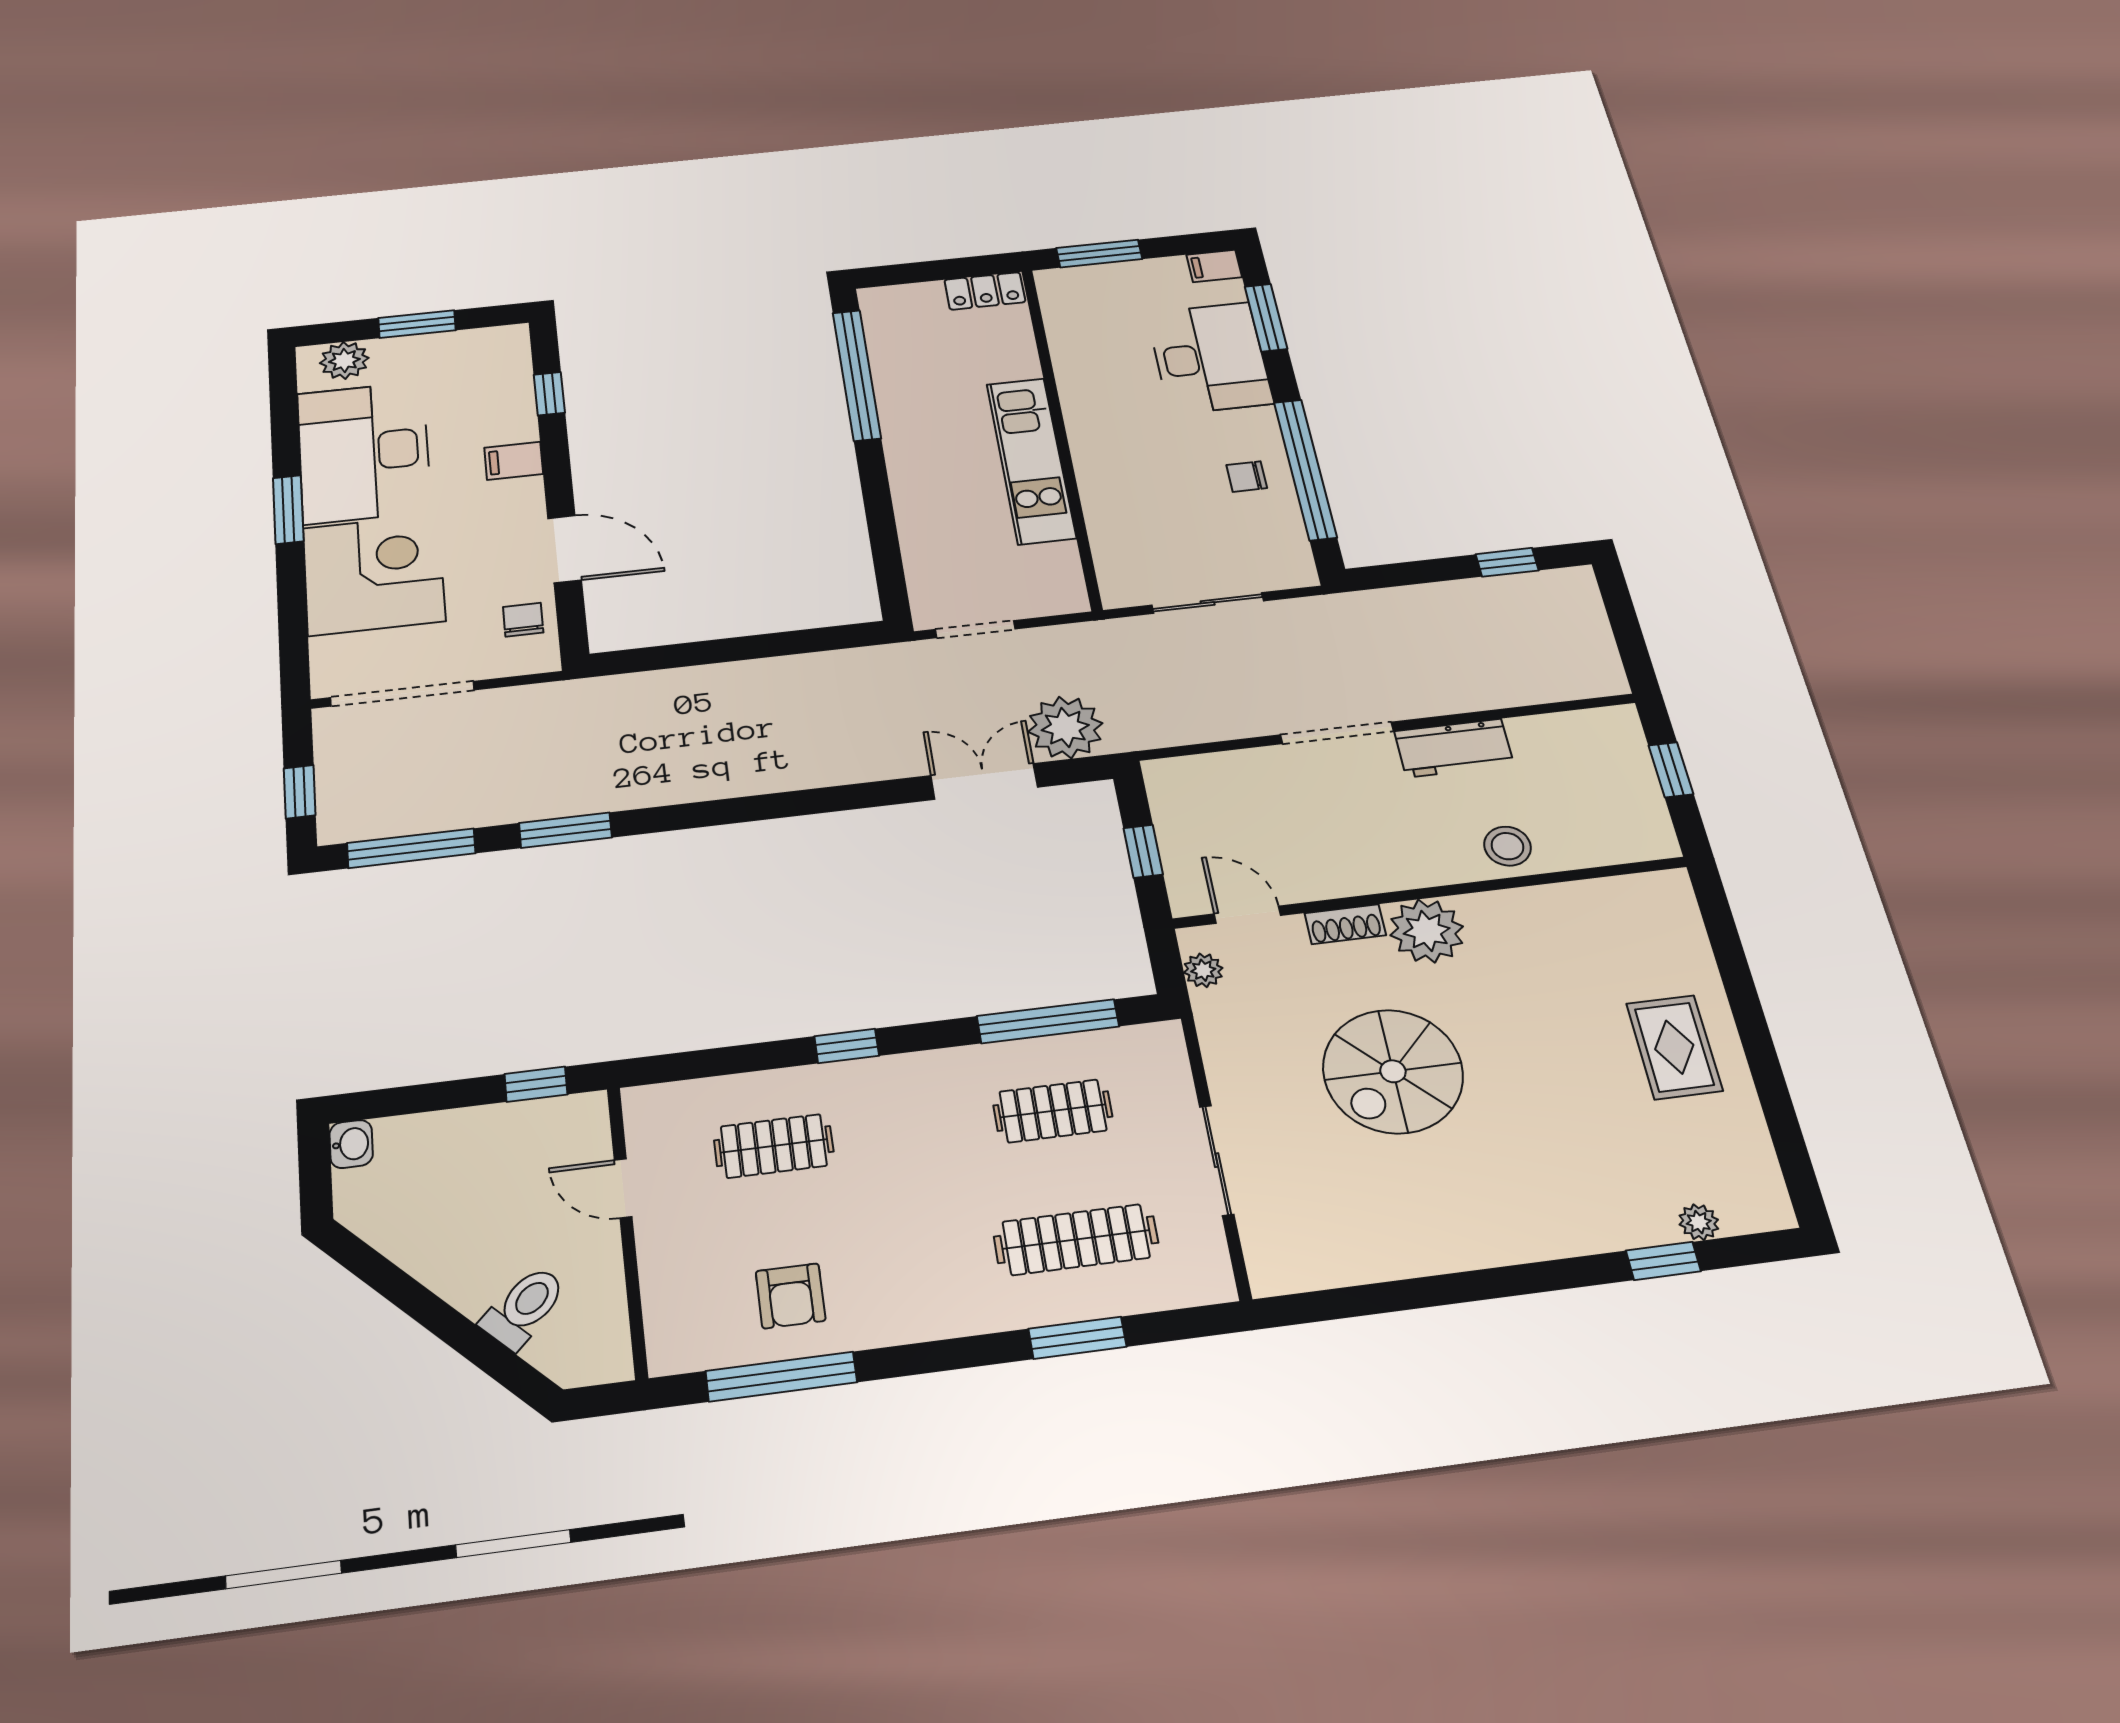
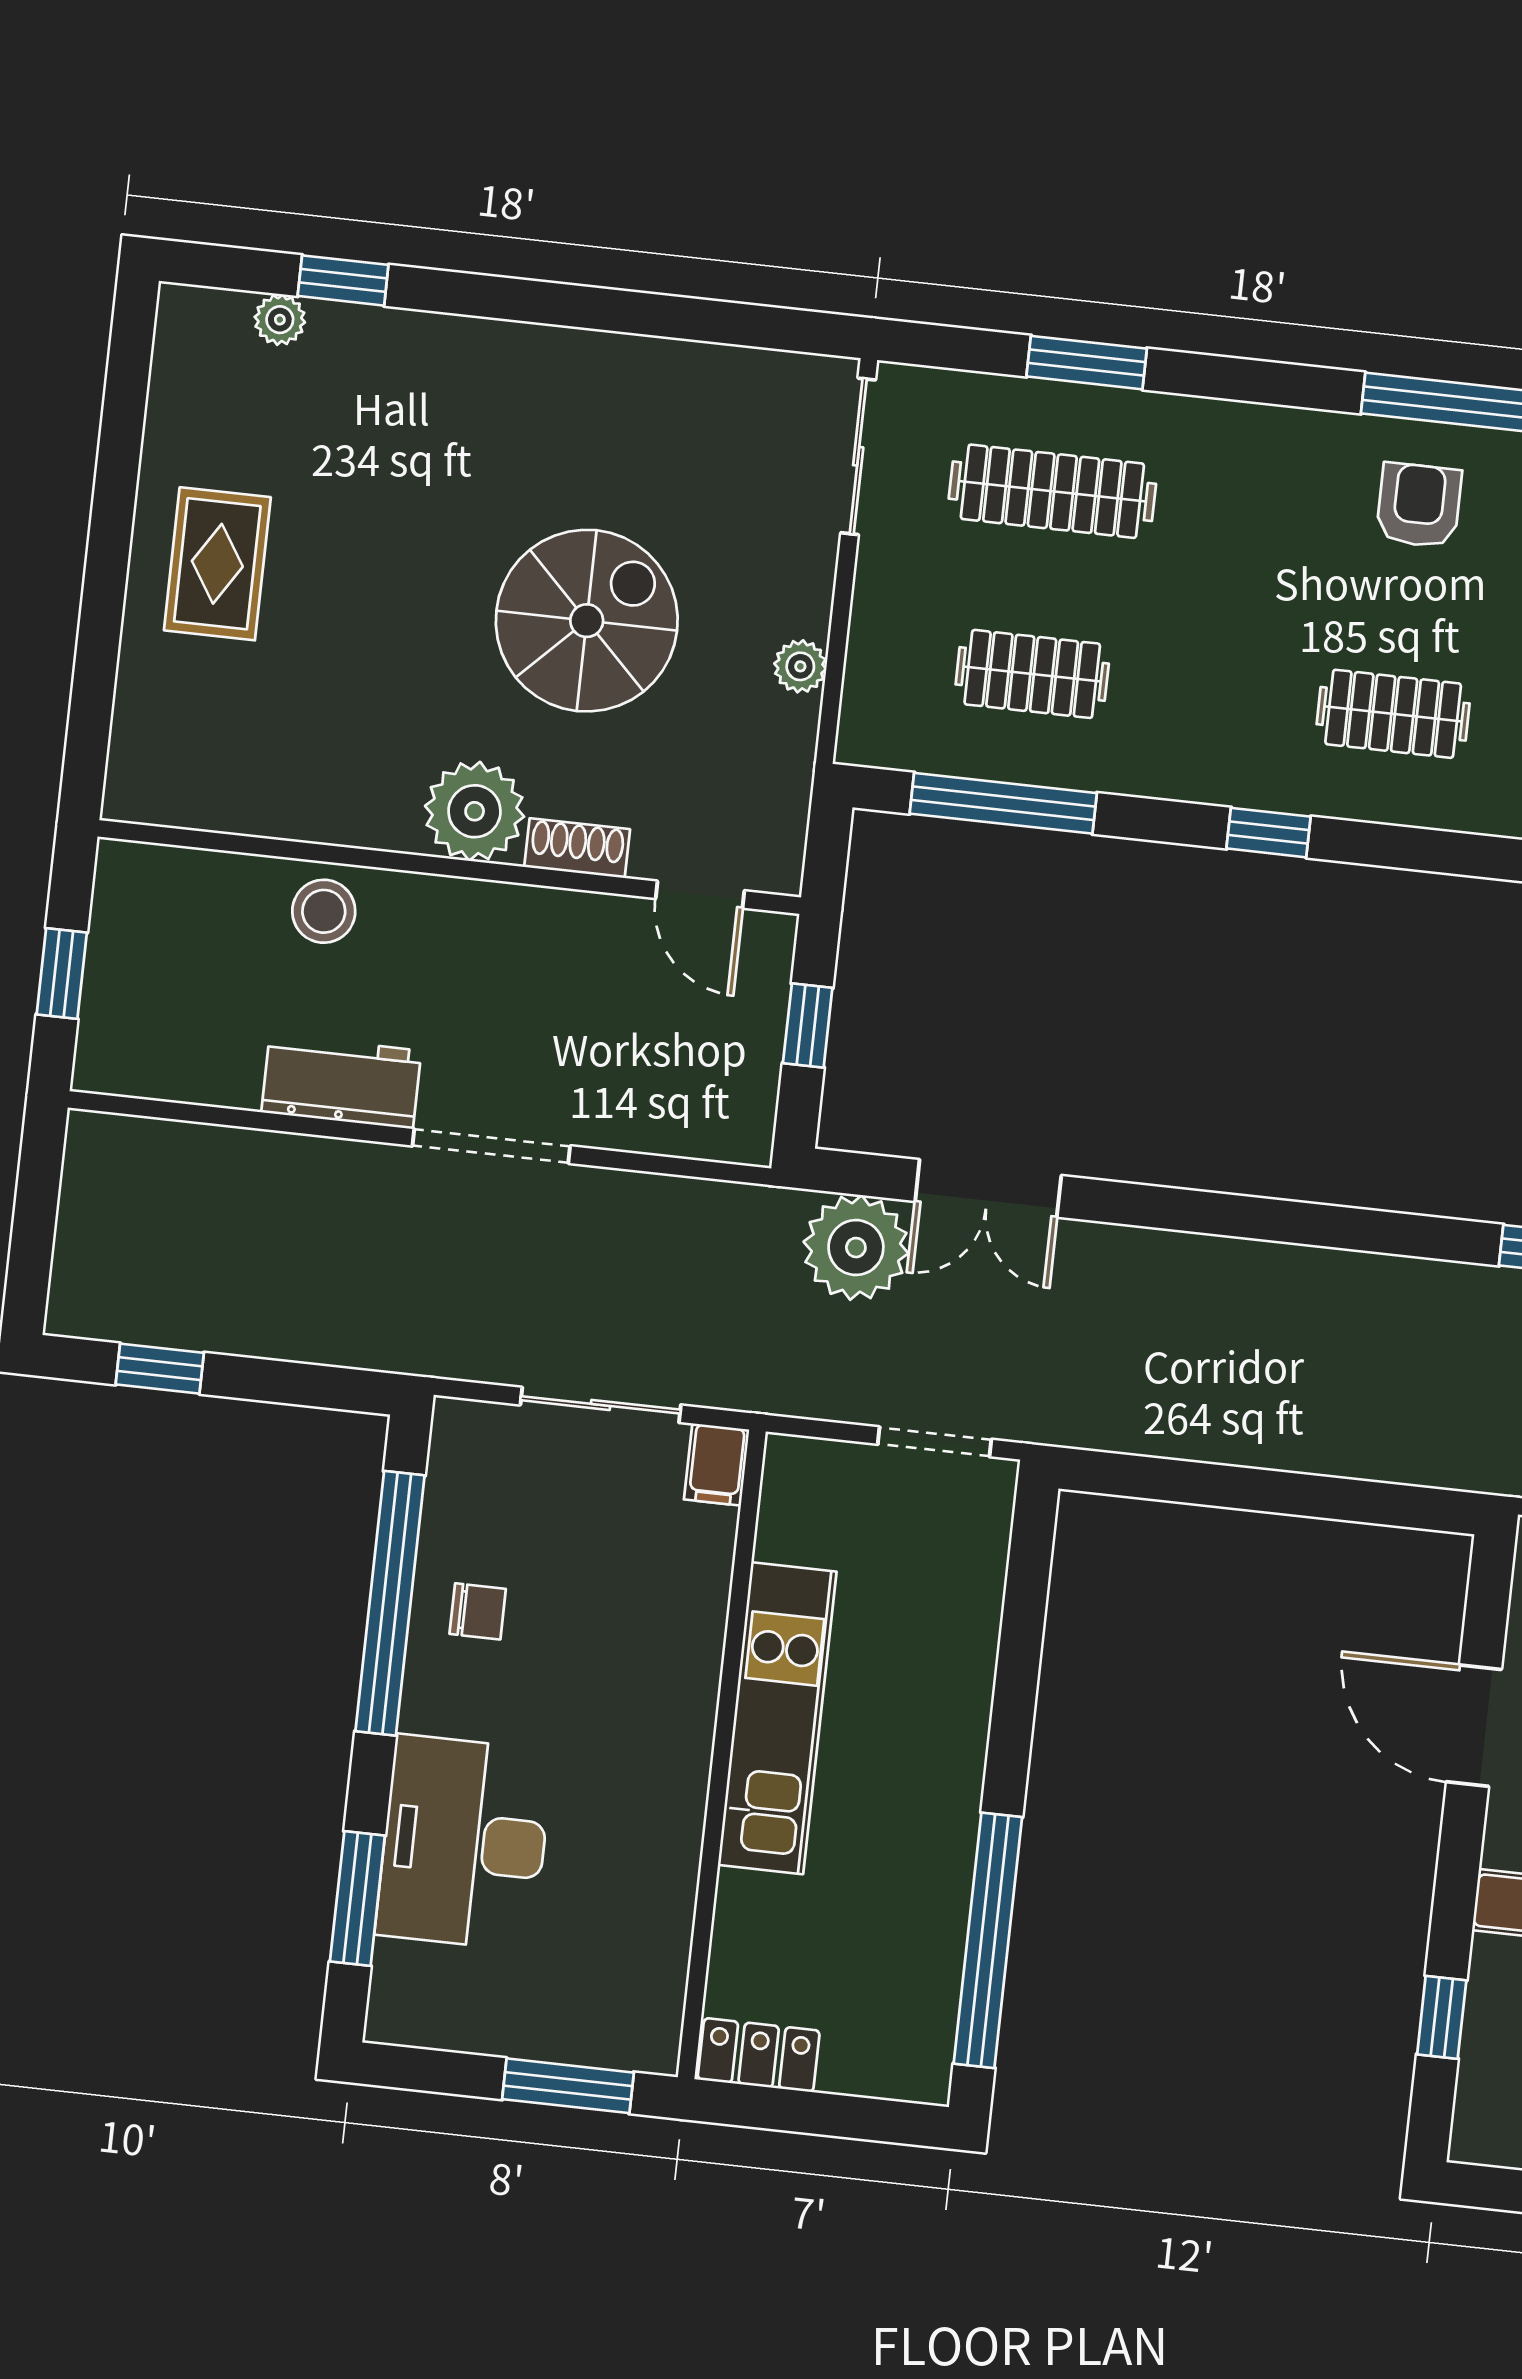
filing cabinet: (1214, 266) -> (717, 1465), moved, turned 90
plant: (1203, 970) -> (800, 666), moved
sliding door: (1217, 1160) -> (858, 456), moved

